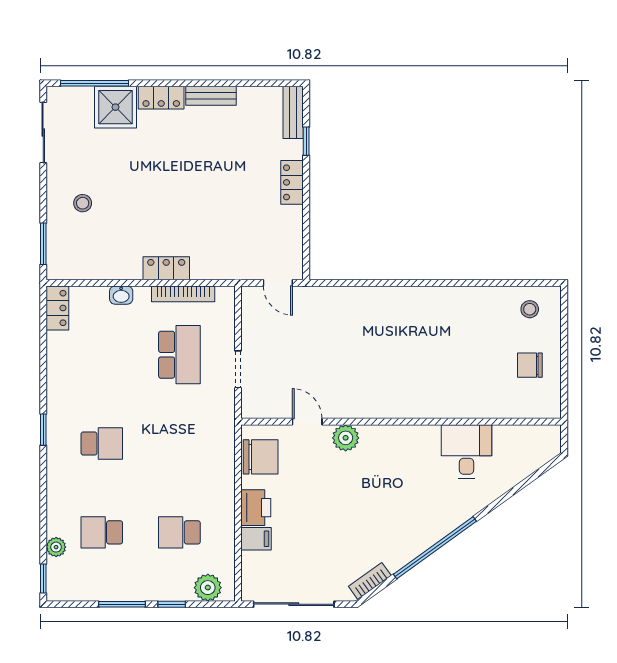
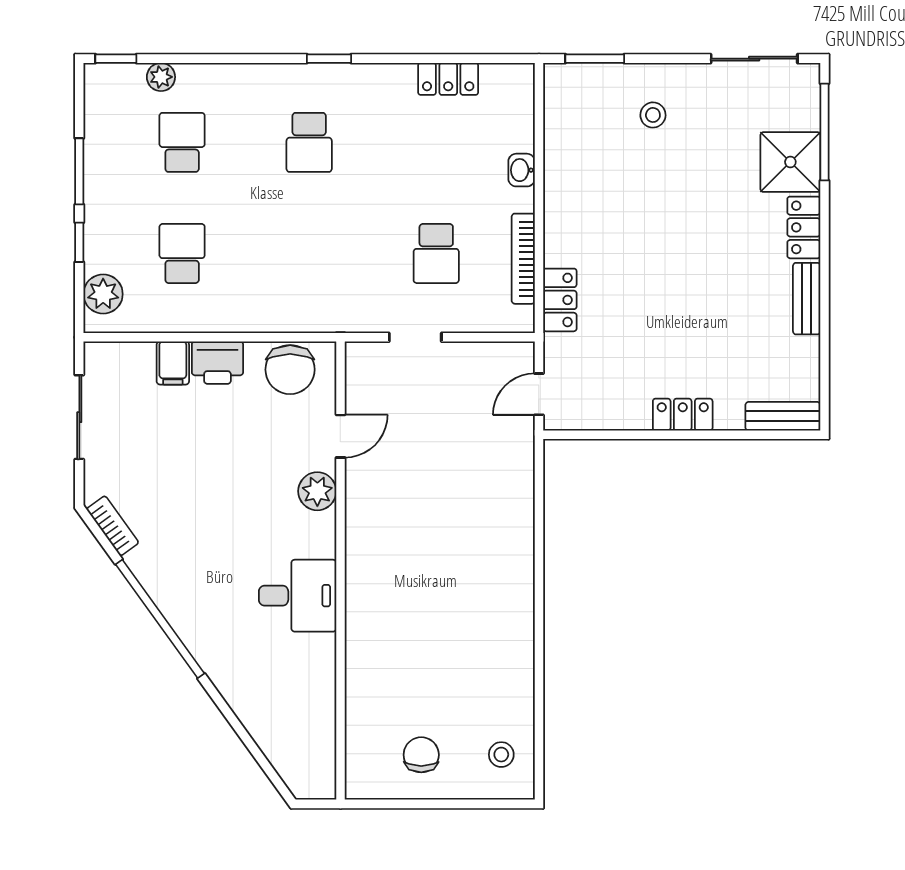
window: (306, 141) -> (742, 435), removed
locker: (166, 268) -> (560, 300), moved
locker: (57, 308) -> (448, 79), moved
school desk: (179, 355) -> (436, 253), width x0.54
desk: (466, 452) -> (298, 596), moved
sliding door: (294, 604) -> (79, 417), width x0.73

